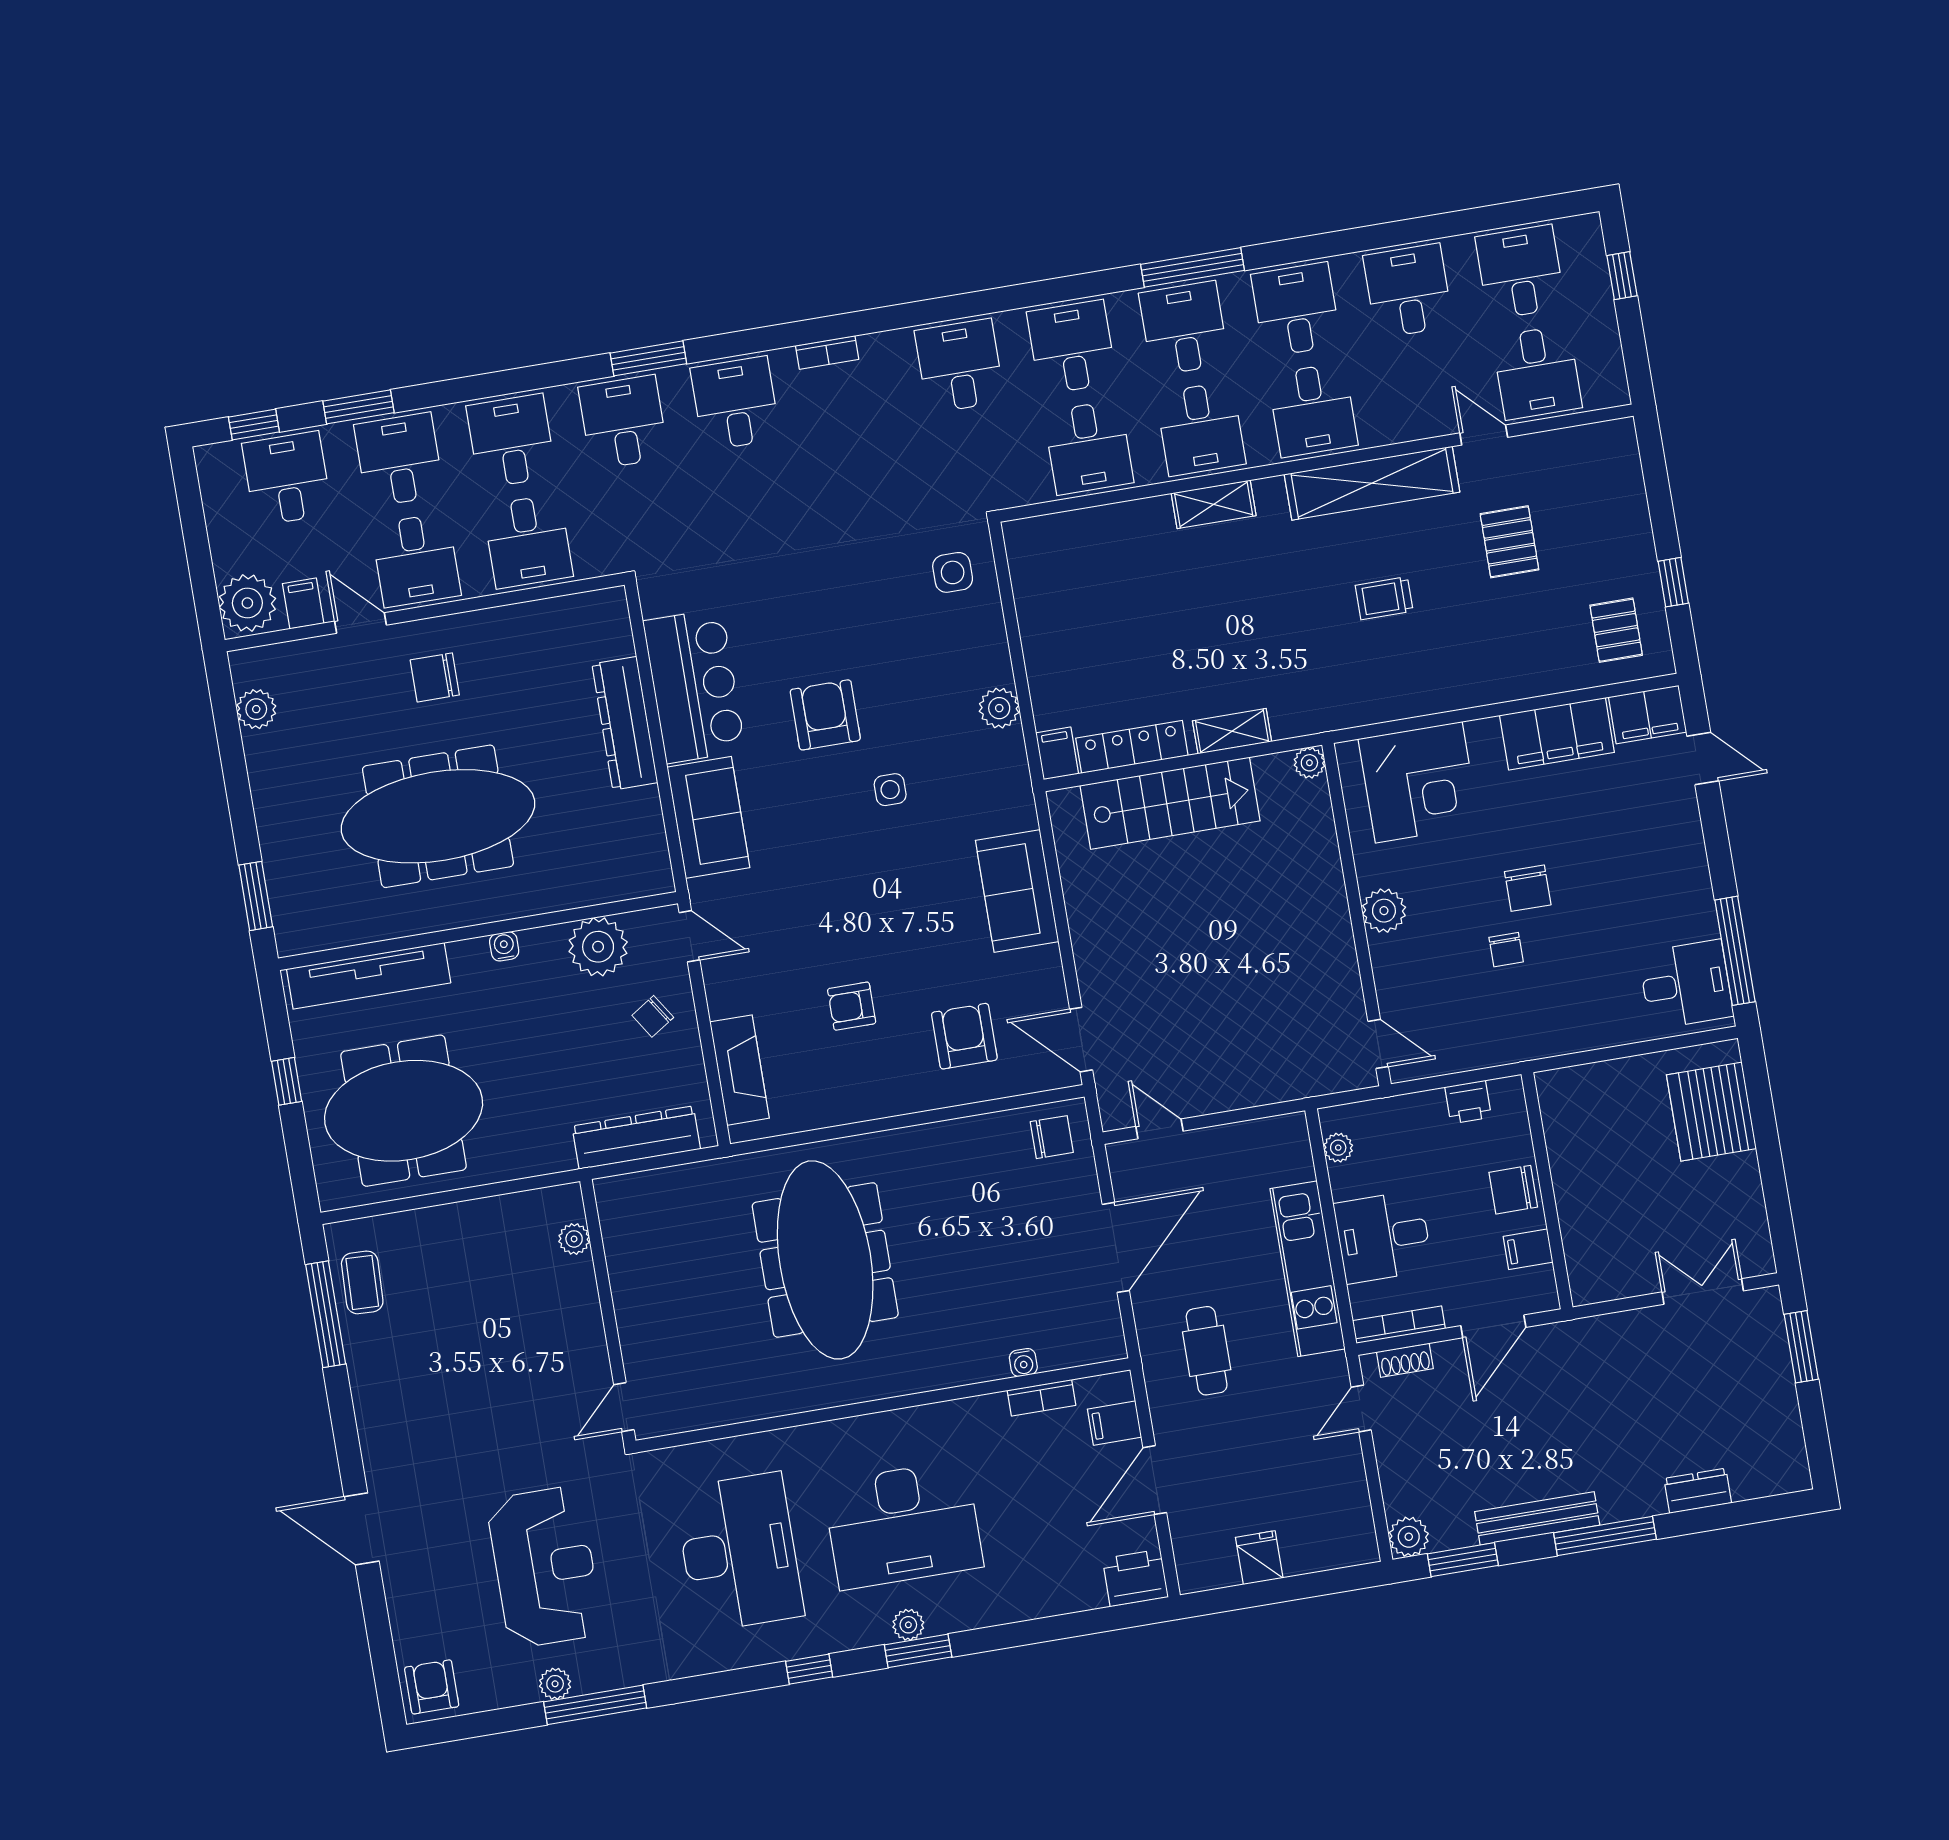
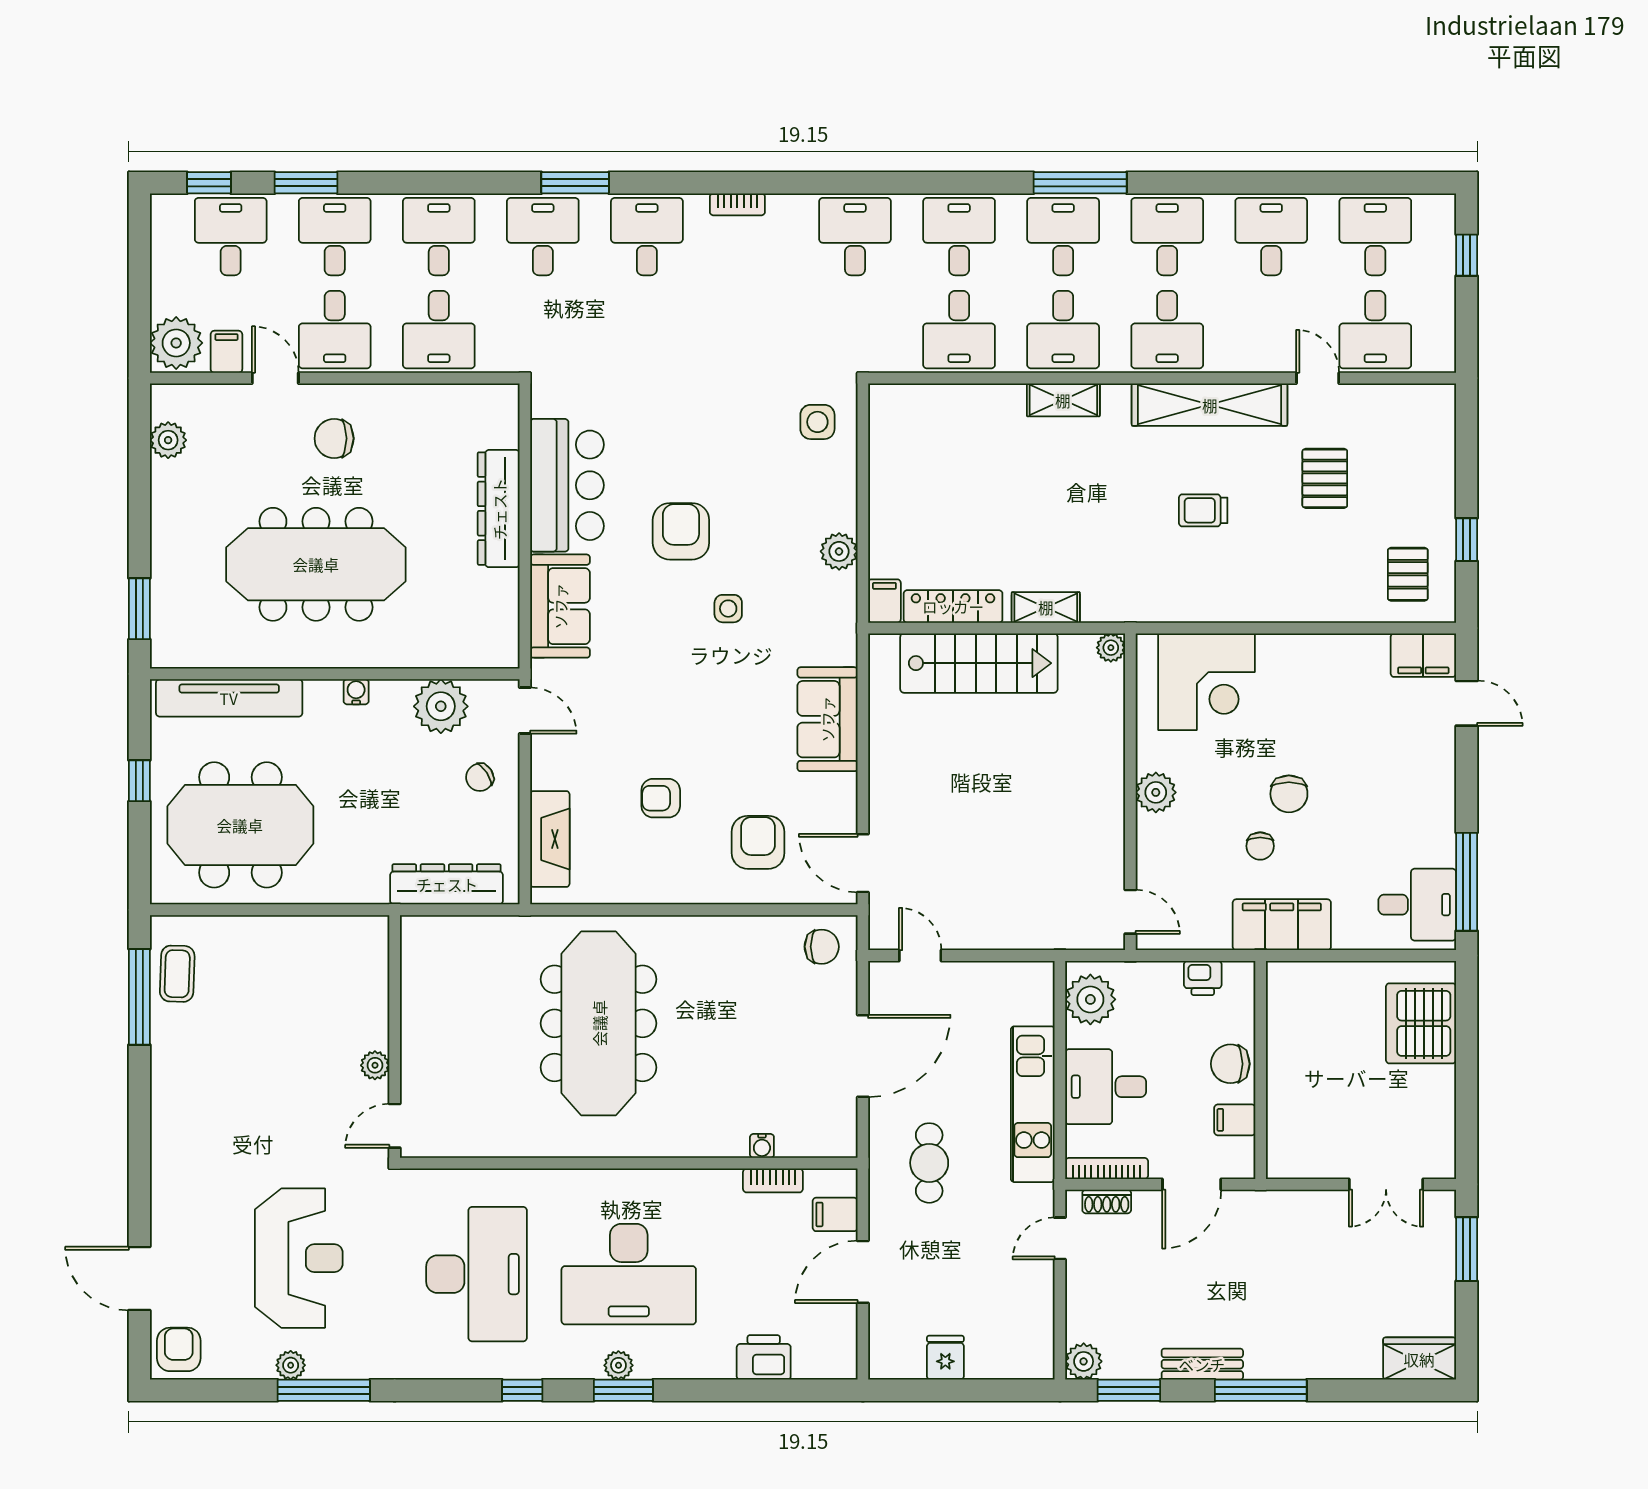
filing cabinet: (1557, 734) -> (1282, 925), moved, turned 180
plant: (1338, 1148) -> (1090, 999), width x1.88, depth x1.88
plant: (574, 1239) -> (375, 1065), moved
double door: (1703, 1291) -> (1386, 1184), swing flipped
wardrobe: (1770, 1473) -> (1419, 1359), added
dresser: (1698, 1491) -> (1351, 1364), removed
bench: (1537, 1518) -> (1202, 1364), width x0.73
door: (362, 1529) -> (139, 1279), moved
printer: (1135, 1578) -> (764, 1357), moved

